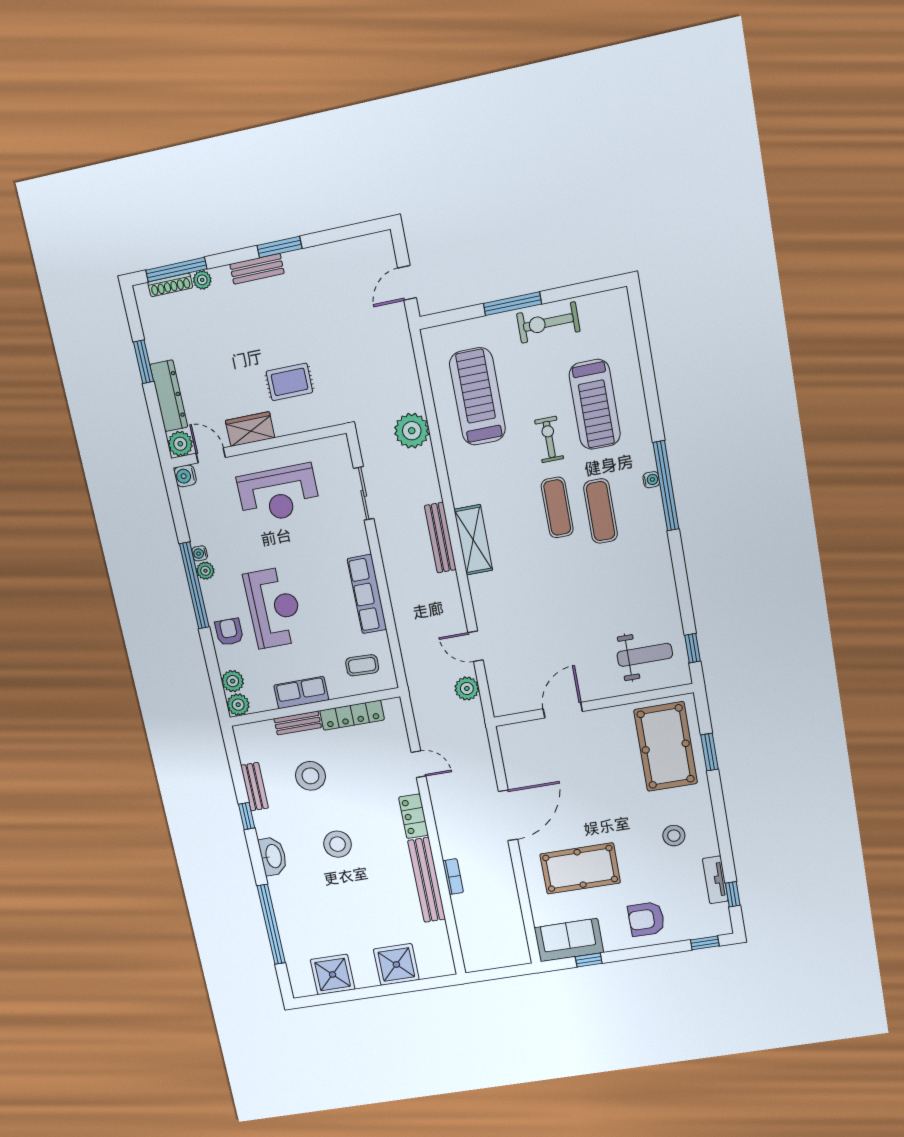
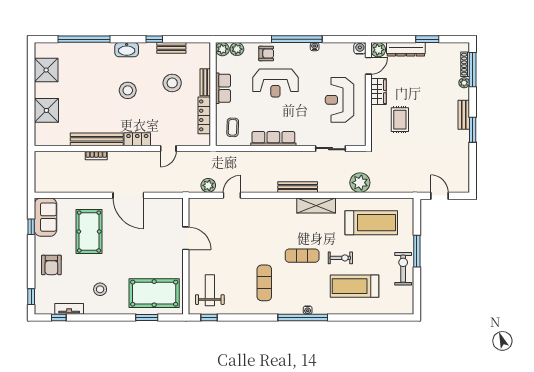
exercise mat: (601, 511) -> (264, 283), moved, turned 90
shelving: (473, 540) -> (316, 205), moved
plant: (205, 571) -> (304, 48), removed
weight bench: (645, 655) -> (210, 290), turned 180
armchair: (646, 919) -> (51, 265), turned 180

